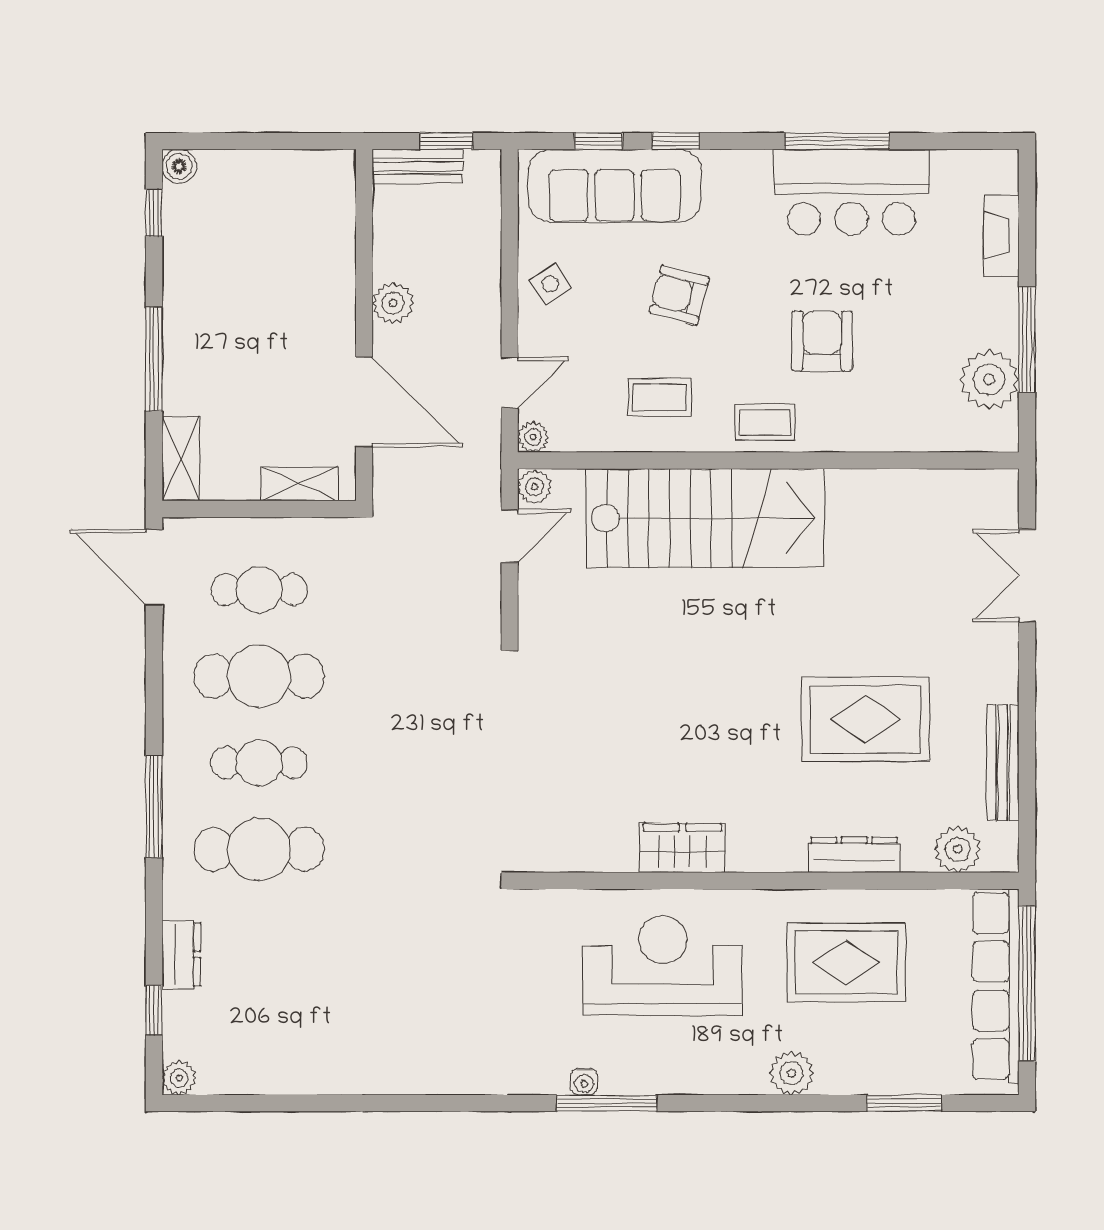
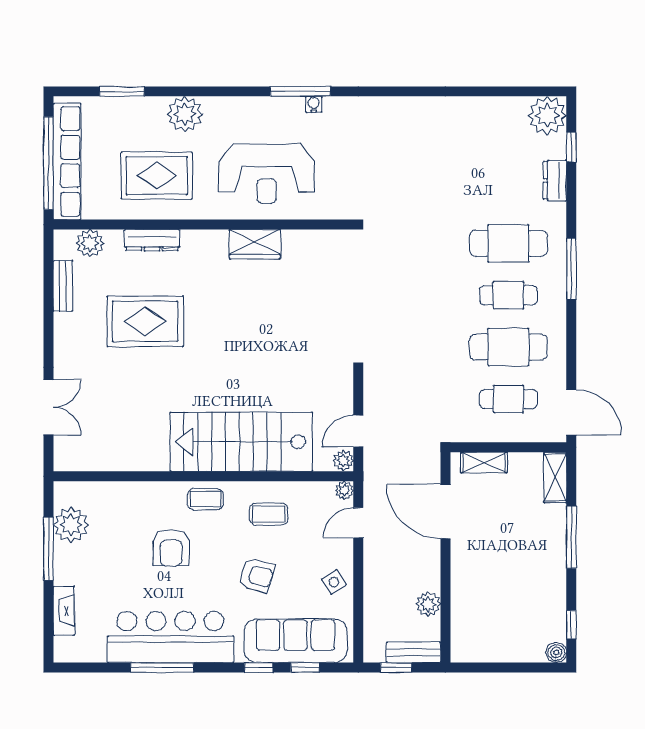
bar counter: (851, 192) -> (170, 637), width x1.36
plant: (393, 303) -> (428, 604), moved
bench: (1003, 763) -> (63, 286), width x0.73
plant: (791, 1073) -> (185, 114), width x1.36, depth x1.36
plant: (179, 1078) -> (547, 115), width x1.88, depth x1.88

